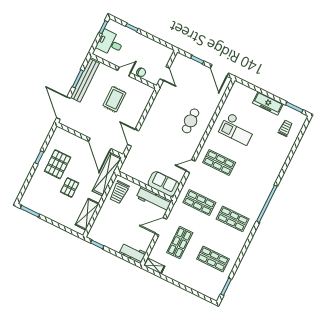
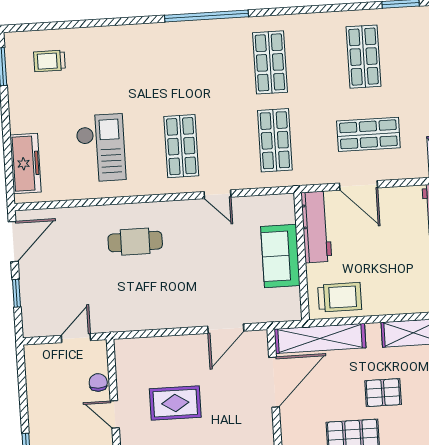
freezer: (268, 103) -> (25, 164), moved
sofa: (163, 184) -> (280, 256), moved

